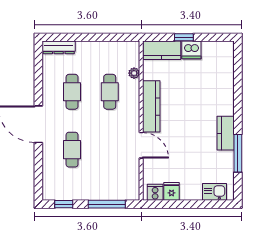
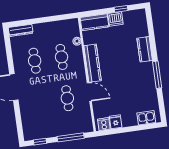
window: (184, 37) -> (121, 9), moved
kitchen counter: (226, 133) -> (145, 49), moved
cafe table: (72, 150) -> (67, 98), moved
window: (238, 153) -> (157, 75), moved

